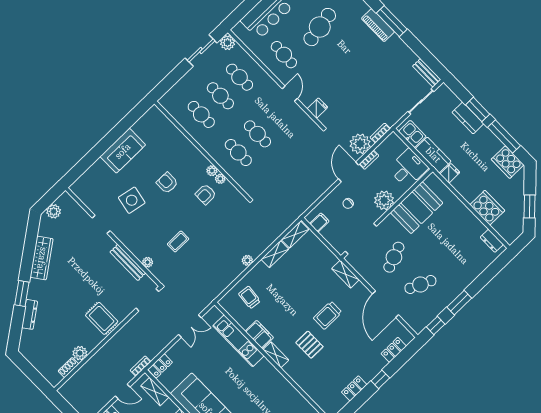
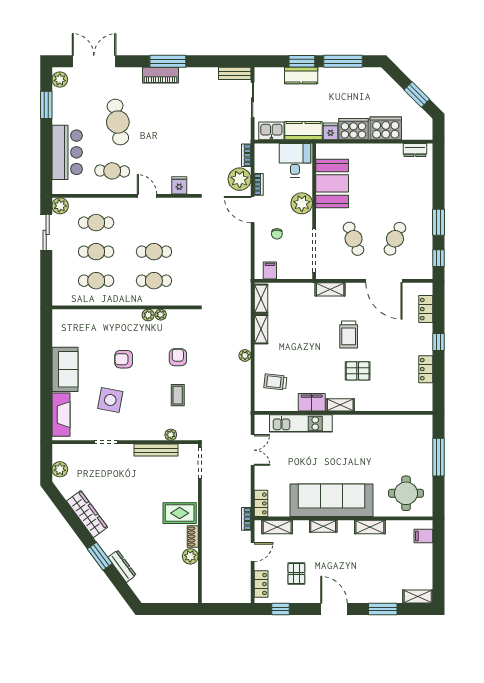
cooker: (508, 162) -> (353, 129), moved, turned 180
fireplace: (90, 177) -> (61, 415), added
armchair: (206, 194) -> (178, 357), moved, turned 180
shoe rack: (68, 367) -> (193, 536), moved

